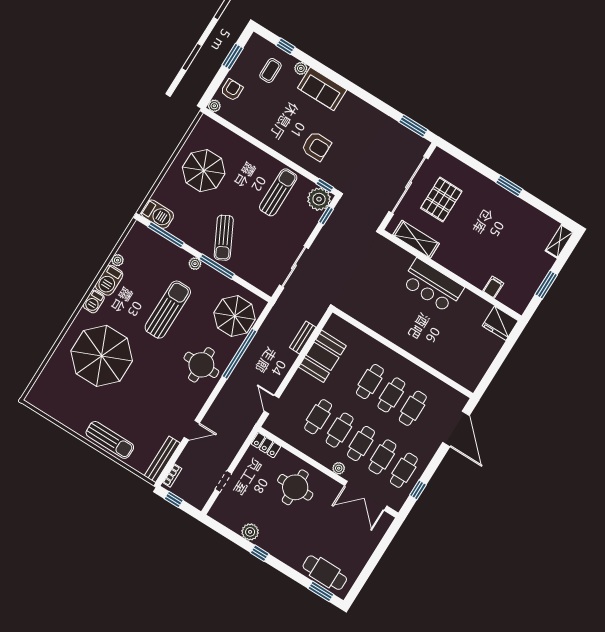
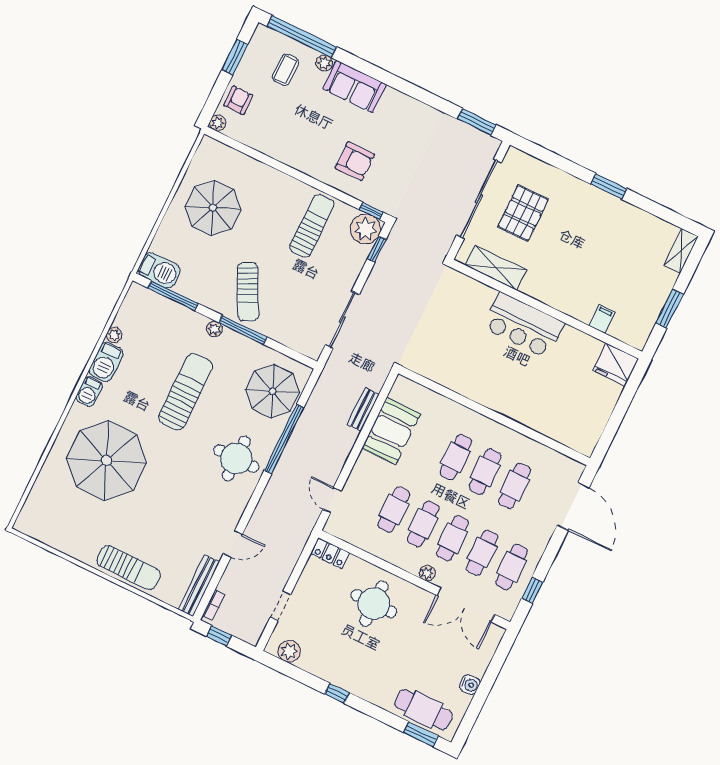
window: (286, 46) -> (302, 37), width x3.17
plant: (250, 532) -> (289, 651), moved
water cooler: (362, 557) -> (470, 685), added

